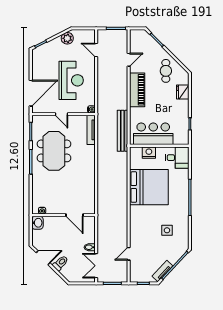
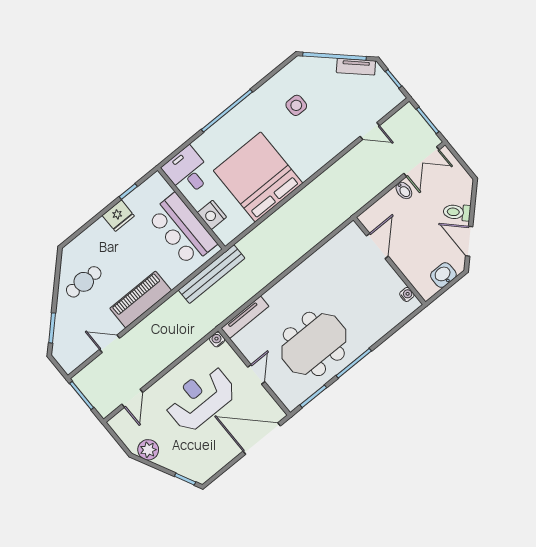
fridge: (183, 92) -> (118, 216), moved
washbasin: (37, 223) -> (443, 275), moved

